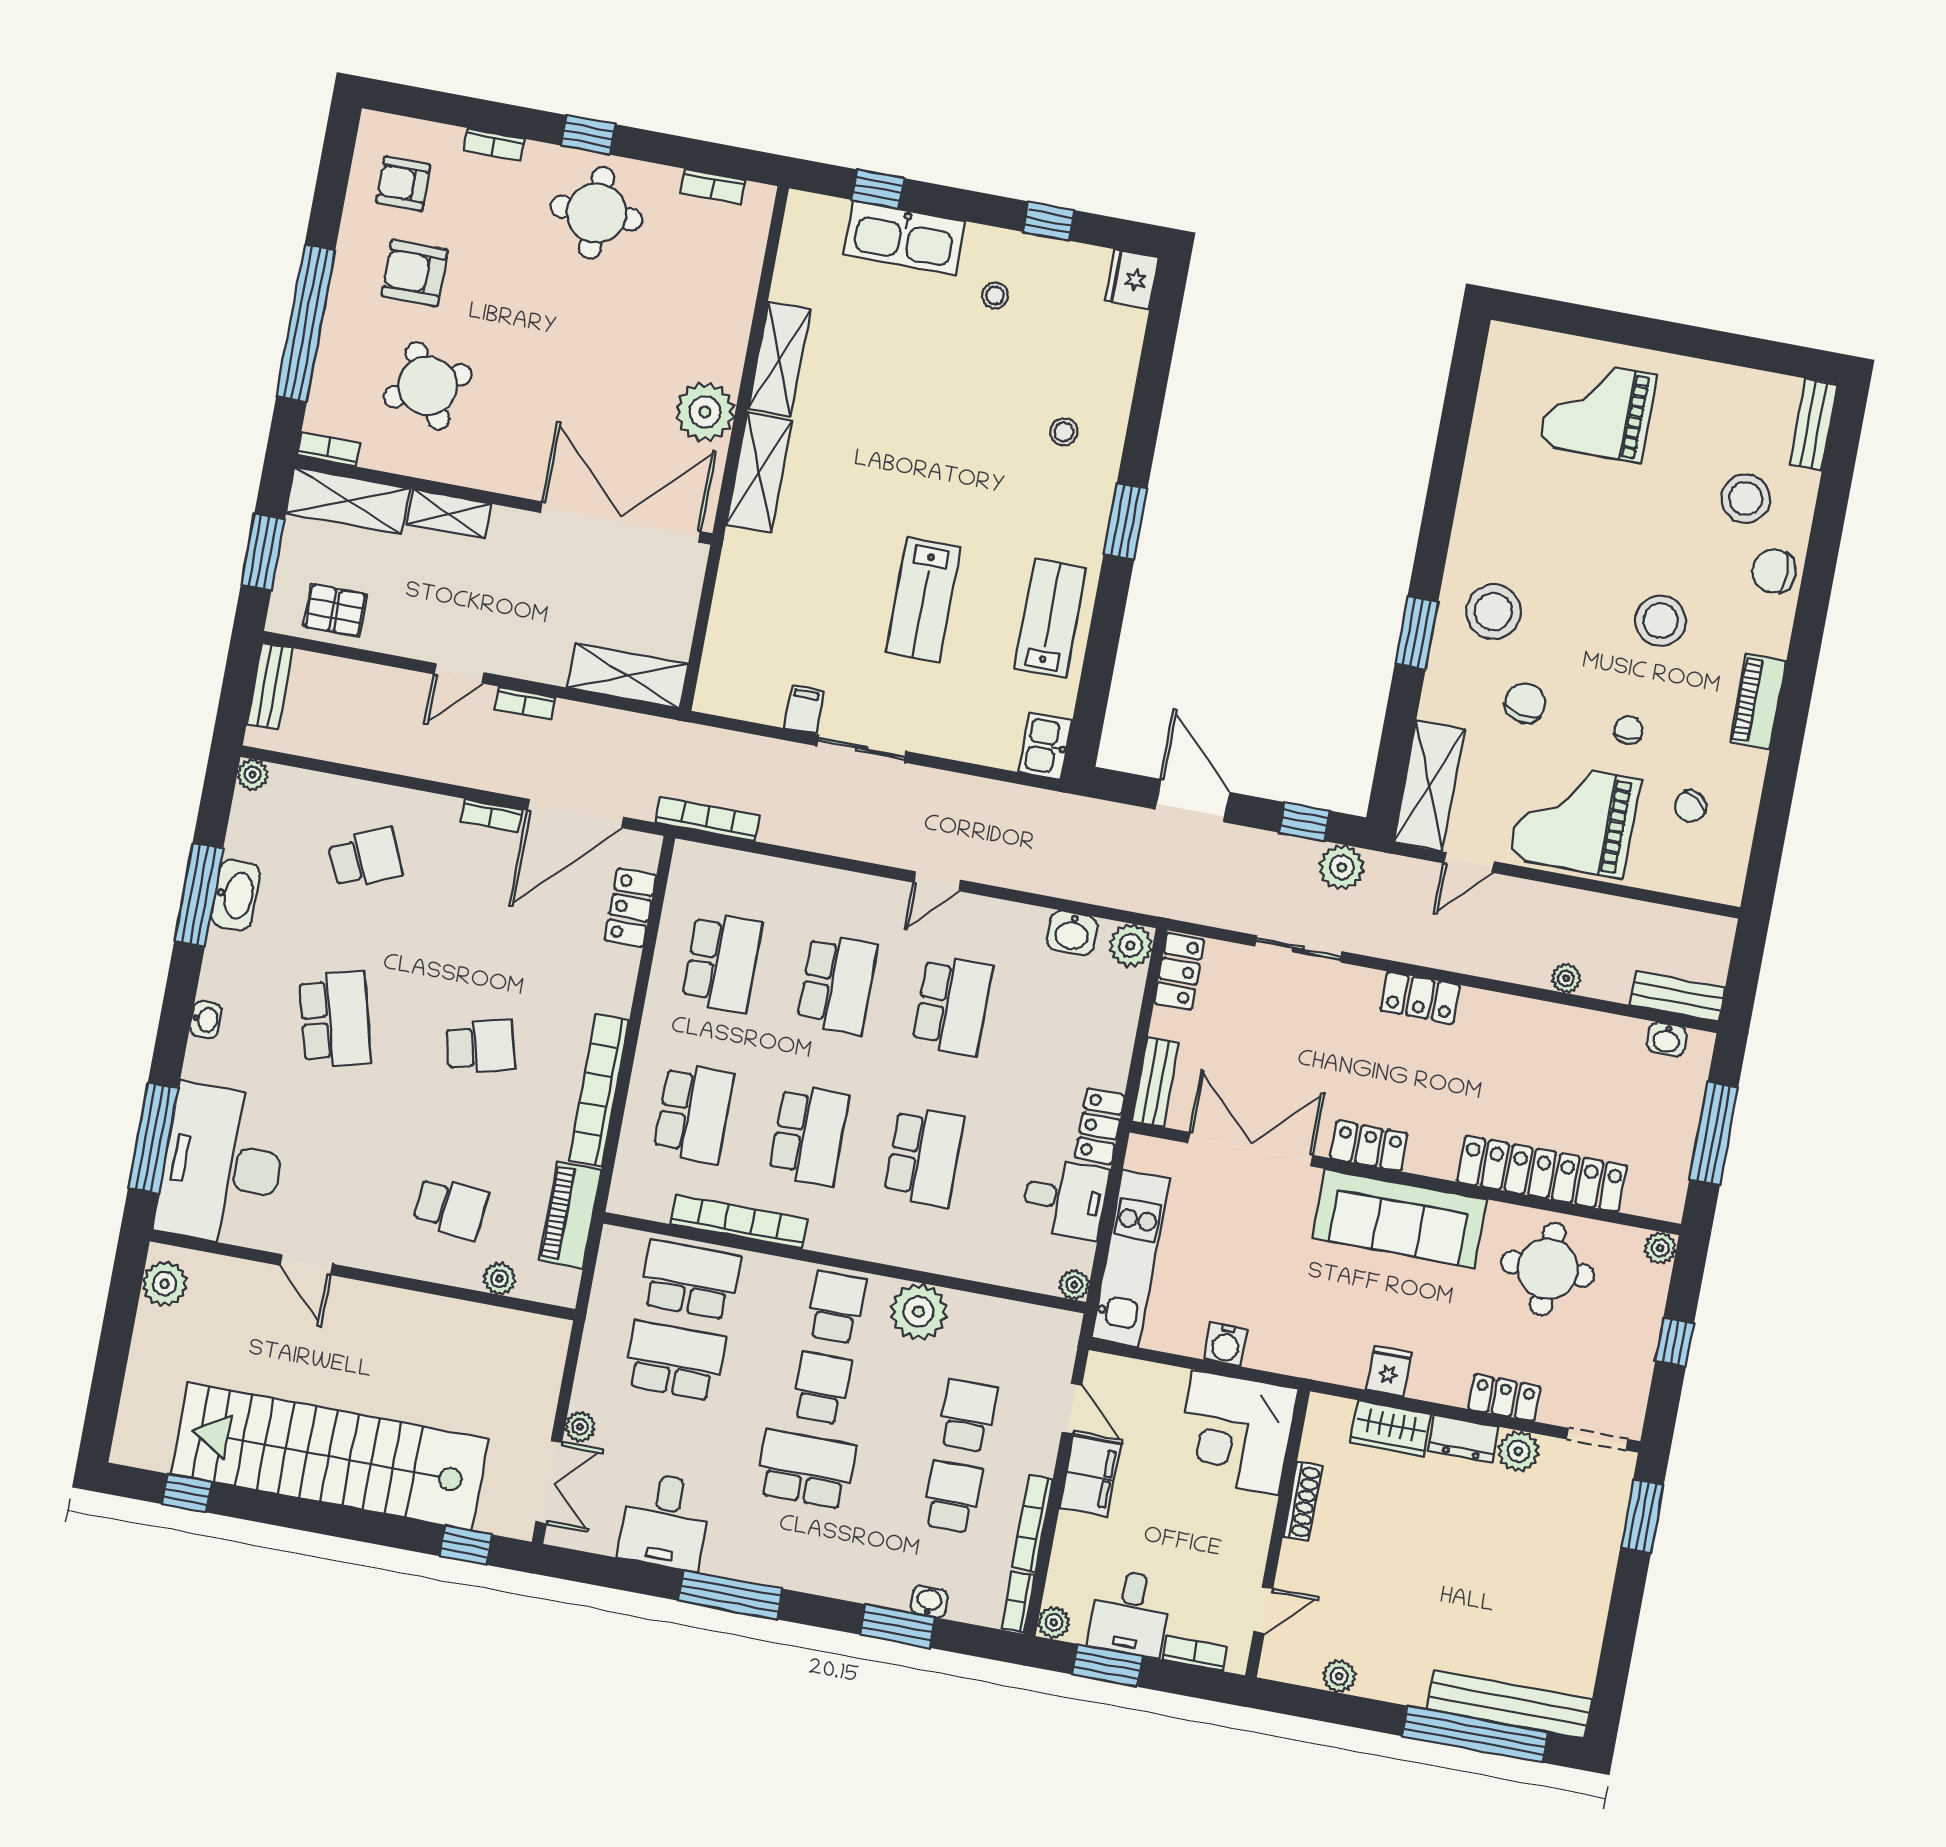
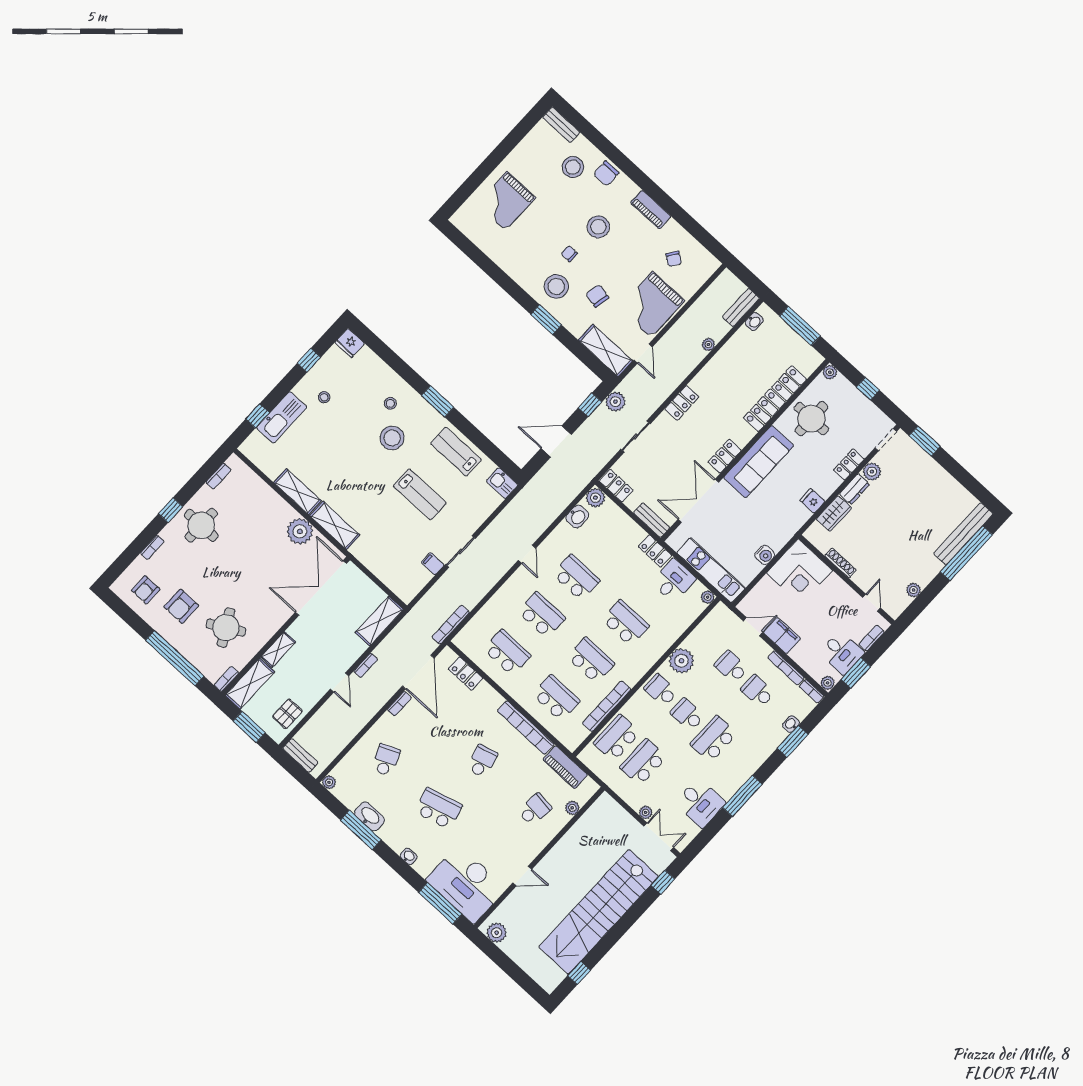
stool: (999, 477) -> (392, 438), added
chair: (1628, 730) -> (569, 254), moved

